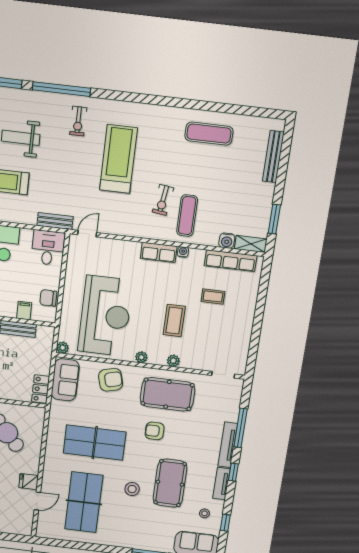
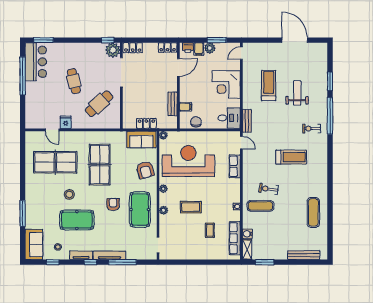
treadmill: (118, 159) -> (291, 157), width x0.73, depth x0.73
row of seats: (159, 252) -> (235, 166), moved
reception desk: (105, 316) -> (188, 161), turned 180
locker: (41, 389) -> (146, 123), moved

